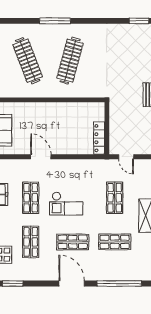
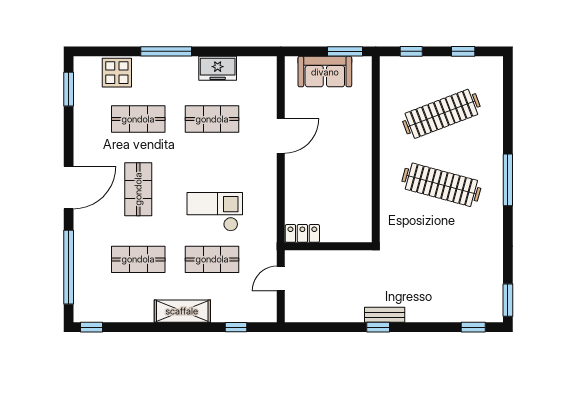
window: (55, 21) -> (508, 180), moved
locker: (99, 138) -> (302, 233), width x0.66
checkout: (66, 204) -> (215, 212), moved, turned 90
shop shelf: (115, 242) -> (138, 259), turned 90

